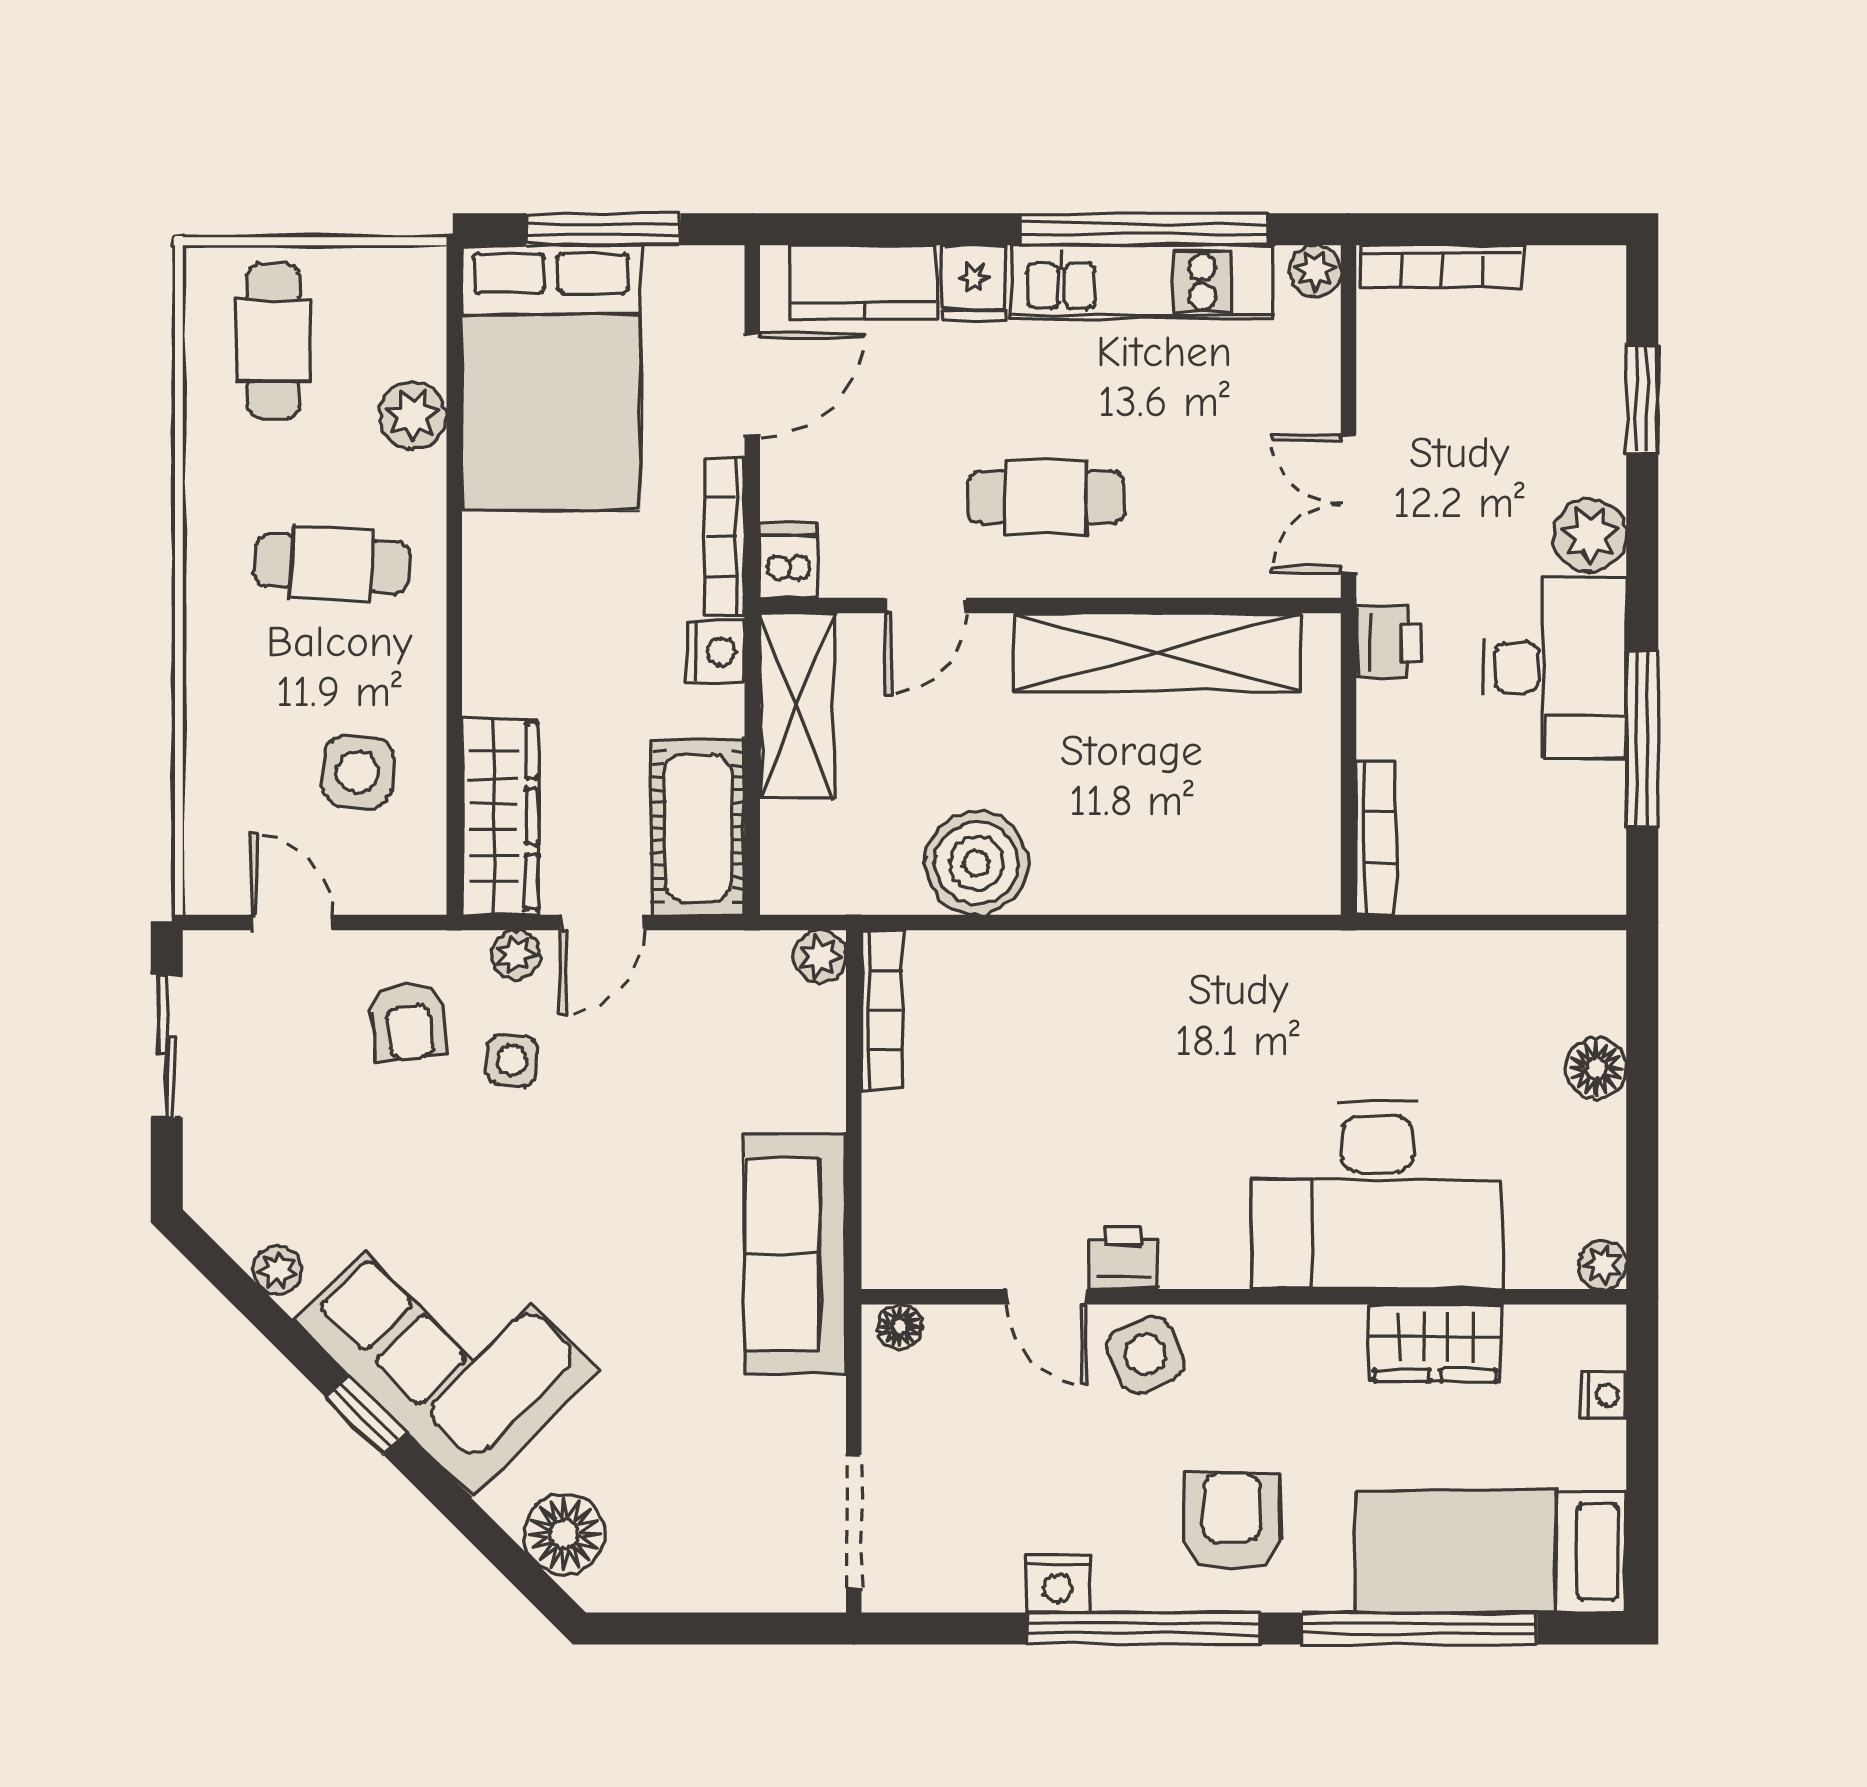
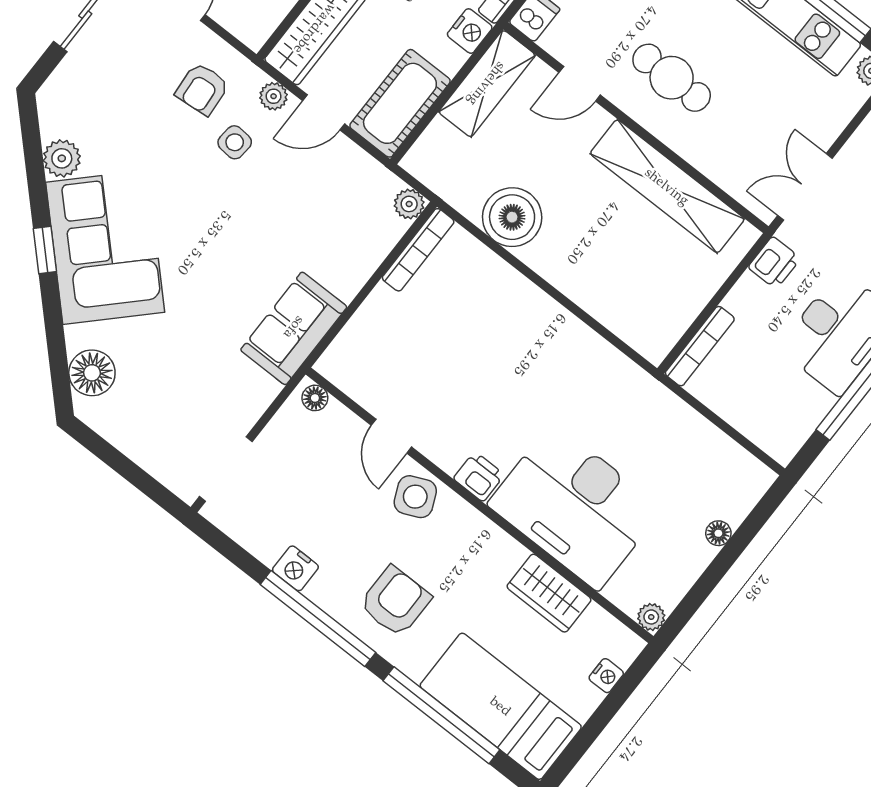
floor lamp: (1596, 1068) -> (718, 533), width x0.73, depth x0.73
sofa: (795, 1254) -> (294, 328), width x0.73
printer: (1123, 1258) -> (479, 477), moved
plant: (277, 1270) -> (62, 158), width x1.38, depth x1.38

